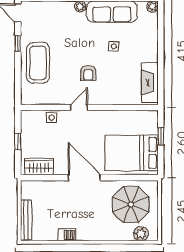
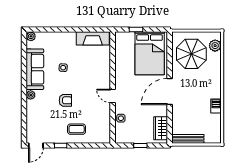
coffee table: (38, 63) -> (77, 129), width x0.54, depth x0.58
armchair: (88, 73) -> (65, 100), moved
bench: (26, 220) -> (188, 139), moved

